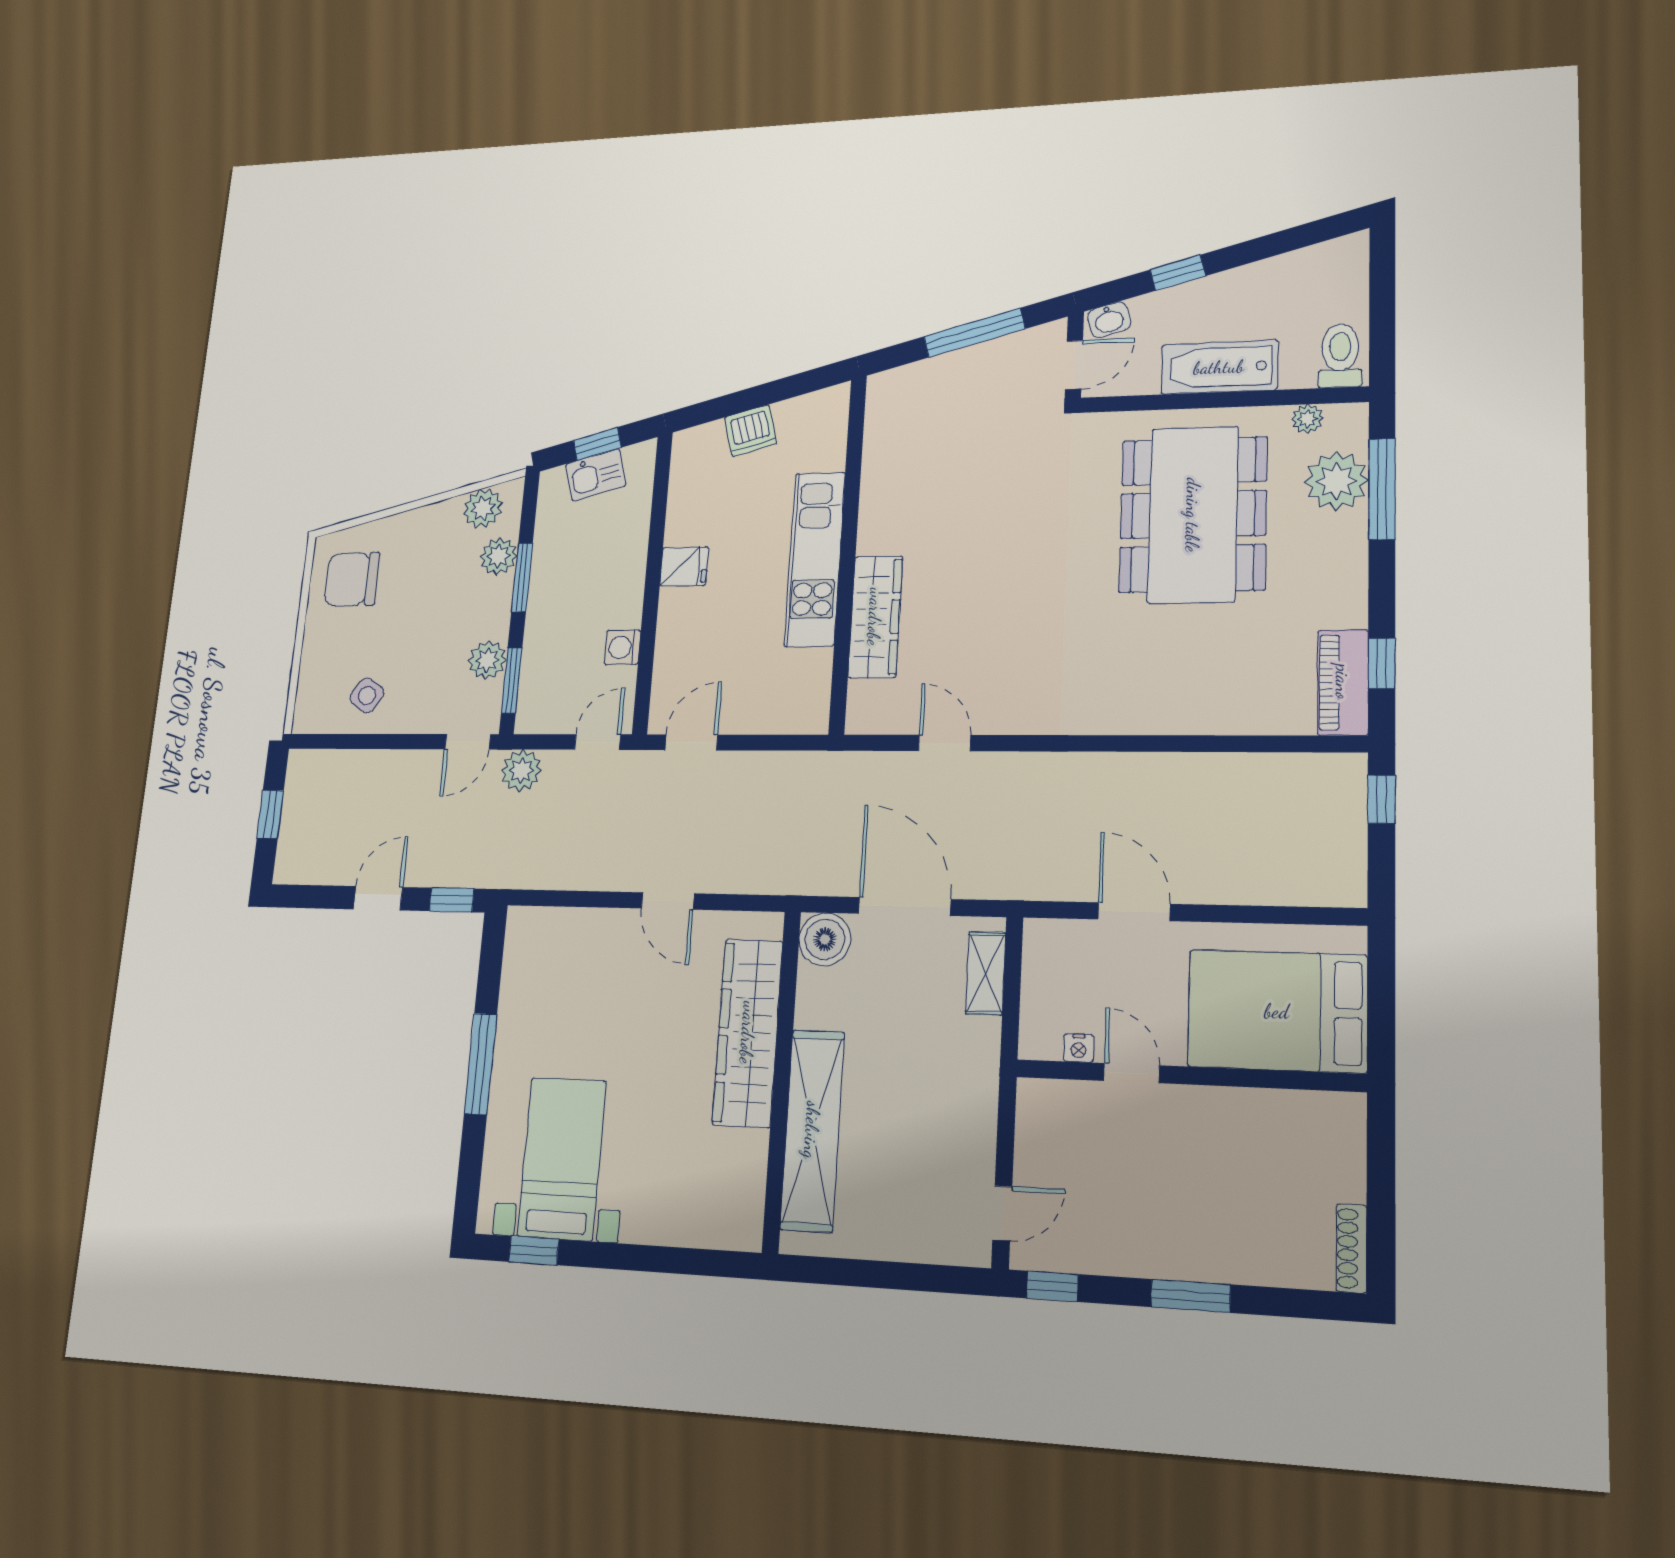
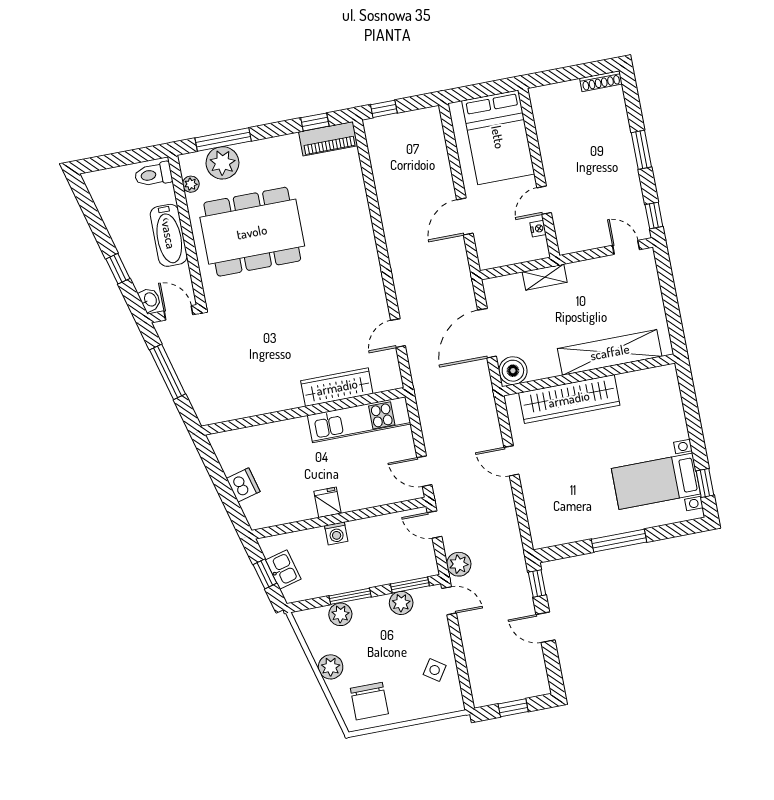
plant: (483, 508) -> (331, 667), moved
kitchen unit: (815, 559) -> (359, 420), moved
washing machine: (623, 647) -> (336, 533), moved
door: (668, 901) -> (511, 461), swing flipped
shelving: (986, 973) -> (545, 277), moved

